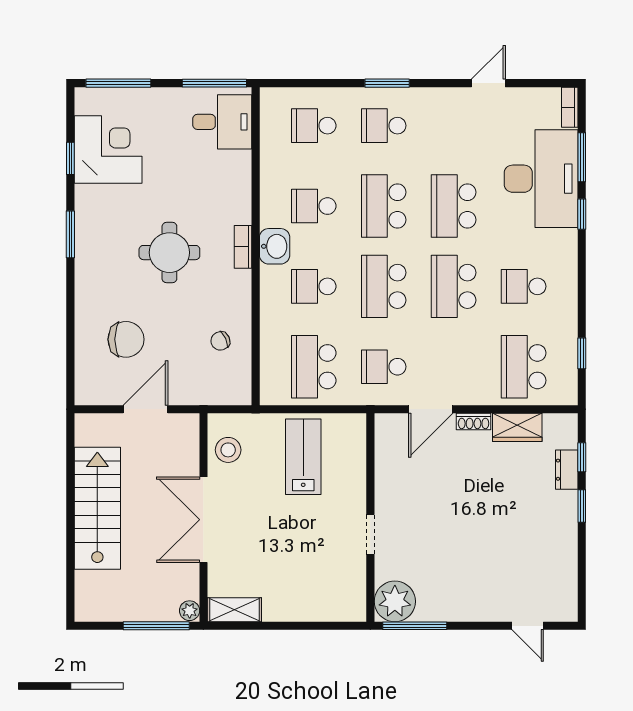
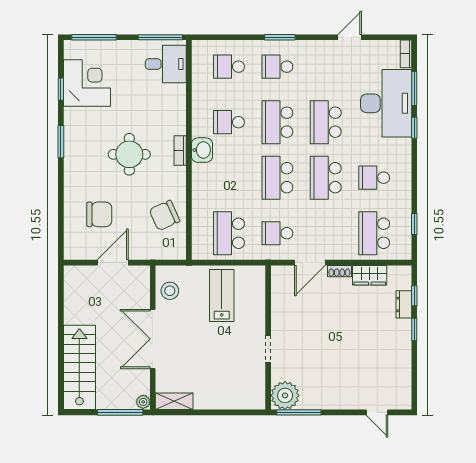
school desk: (314, 286) -> (229, 178), removed
chair: (220, 341) -> (164, 215), width x1.87, depth x1.87
stairs: (97, 508) -> (79, 367), moved

